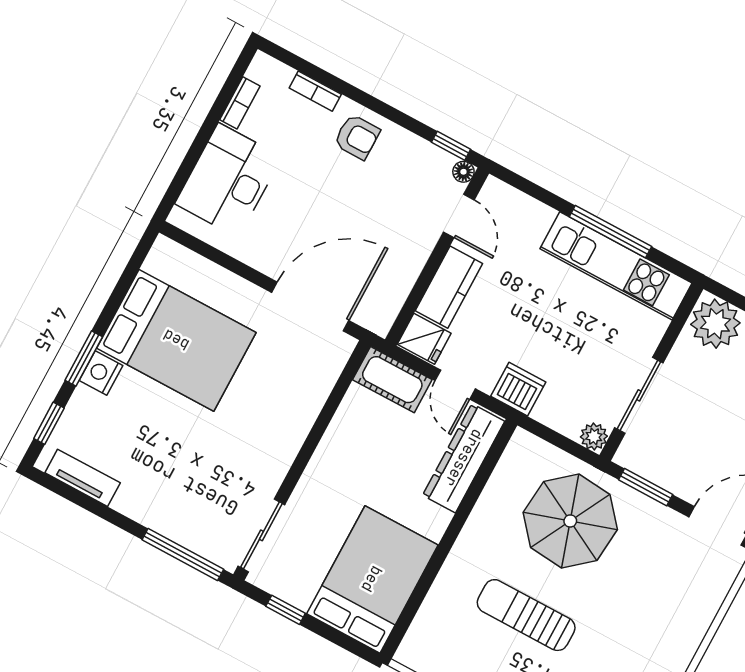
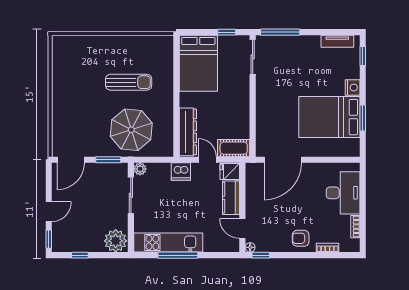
window: (84, 359) -> (363, 118), moved

